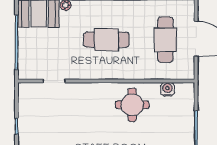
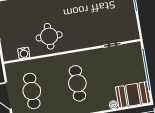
cafe table: (106, 40) -> (77, 83), turned 90

